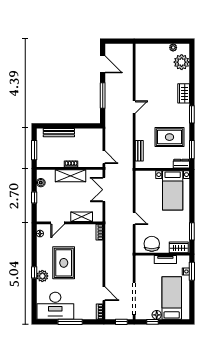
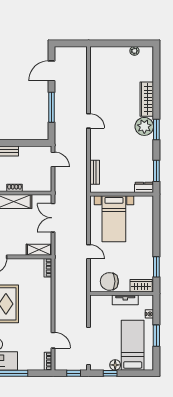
plant: (182, 62) -> (144, 126), moved
door: (103, 64) -> (52, 71), swing flipped
wardrobe: (184, 93) -> (147, 99), width x1.50
door: (134, 107) -> (89, 121), hinge flipped
rug: (170, 137) -> (130, 156), removed
door: (104, 157) -> (53, 159), moved
bed with nightstands: (173, 190) -> (114, 219), moved
shelving: (82, 217) -> (39, 250), moved
chair: (152, 244) -> (109, 281), turned -90
window: (192, 271) -> (156, 336), moved

